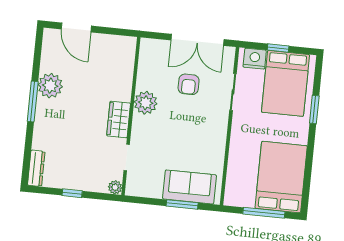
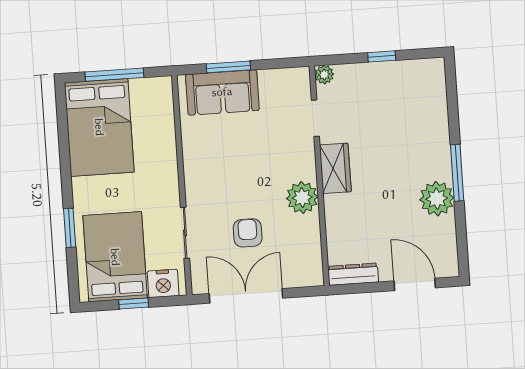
dresser: (36, 168) -> (353, 274), moved, turned 90

